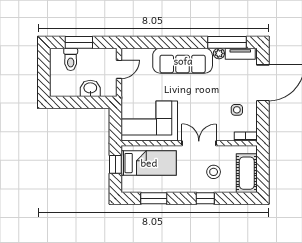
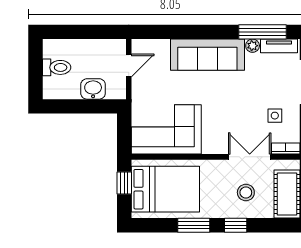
window: (79, 42) -> (79, 32), removed
toilet: (71, 59) -> (57, 67), moved, turned -90
double door: (199, 143) -> (250, 157), moved
bed: (149, 163) -> (165, 189), width x1.50
window: (154, 198) -> (194, 225), moved

